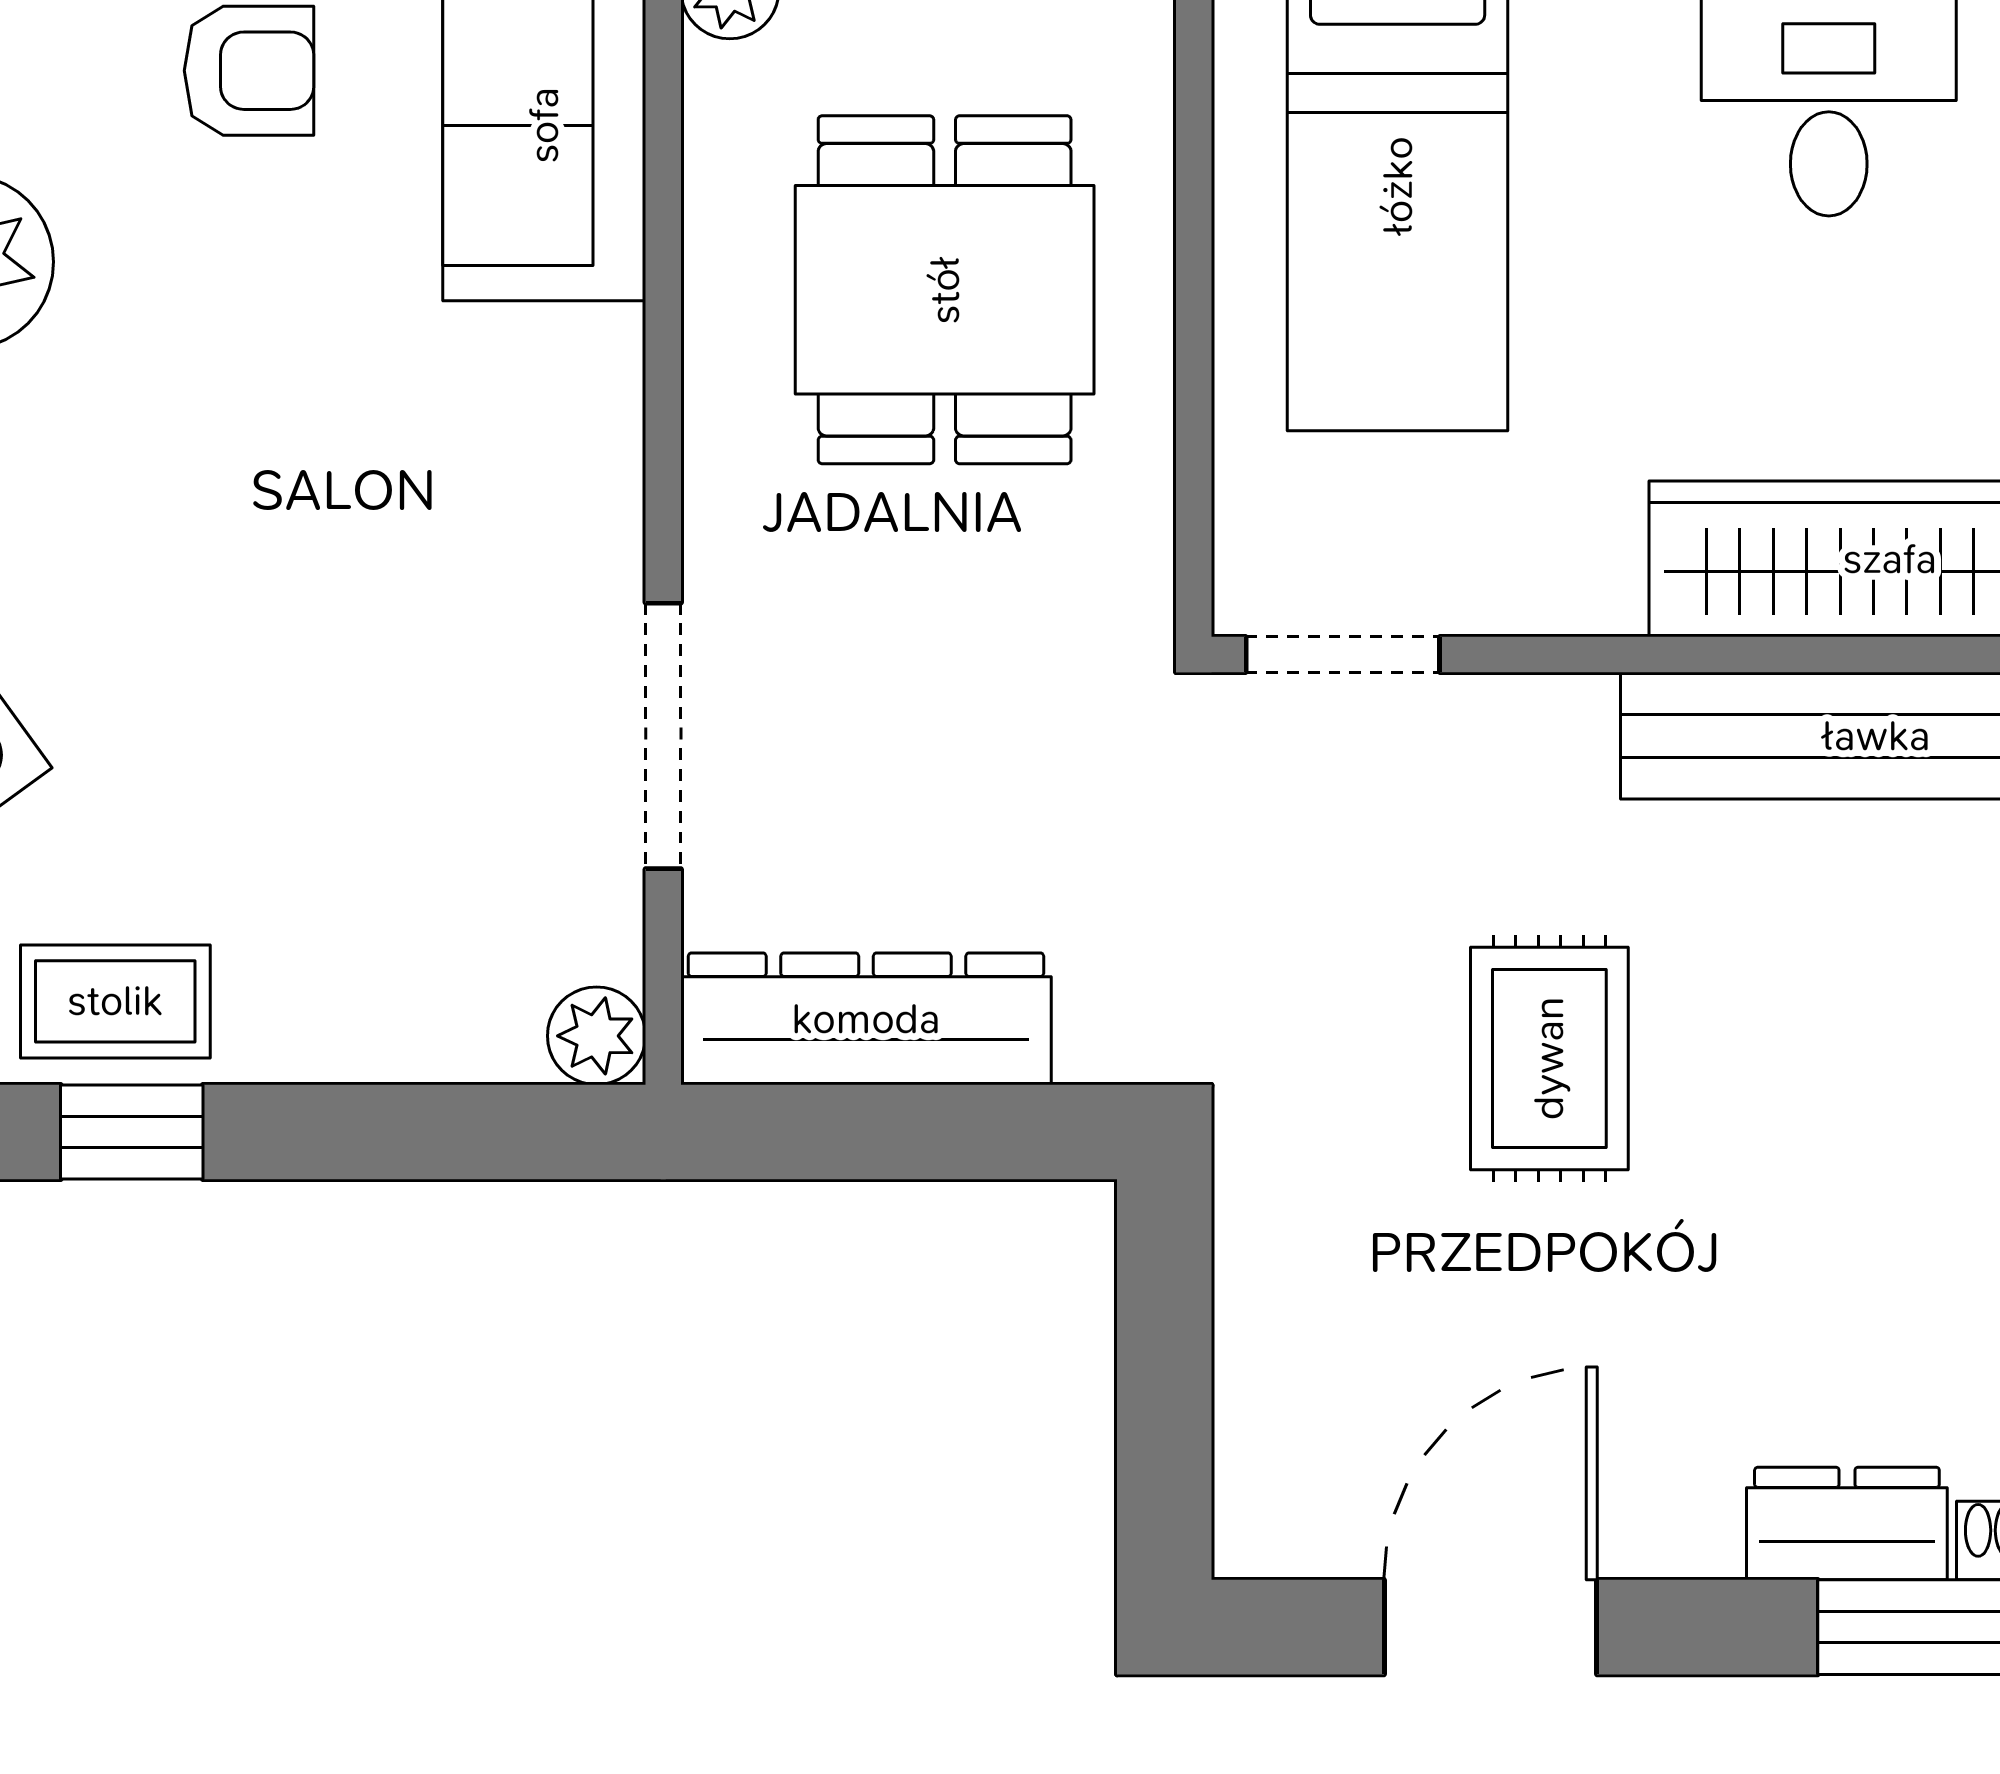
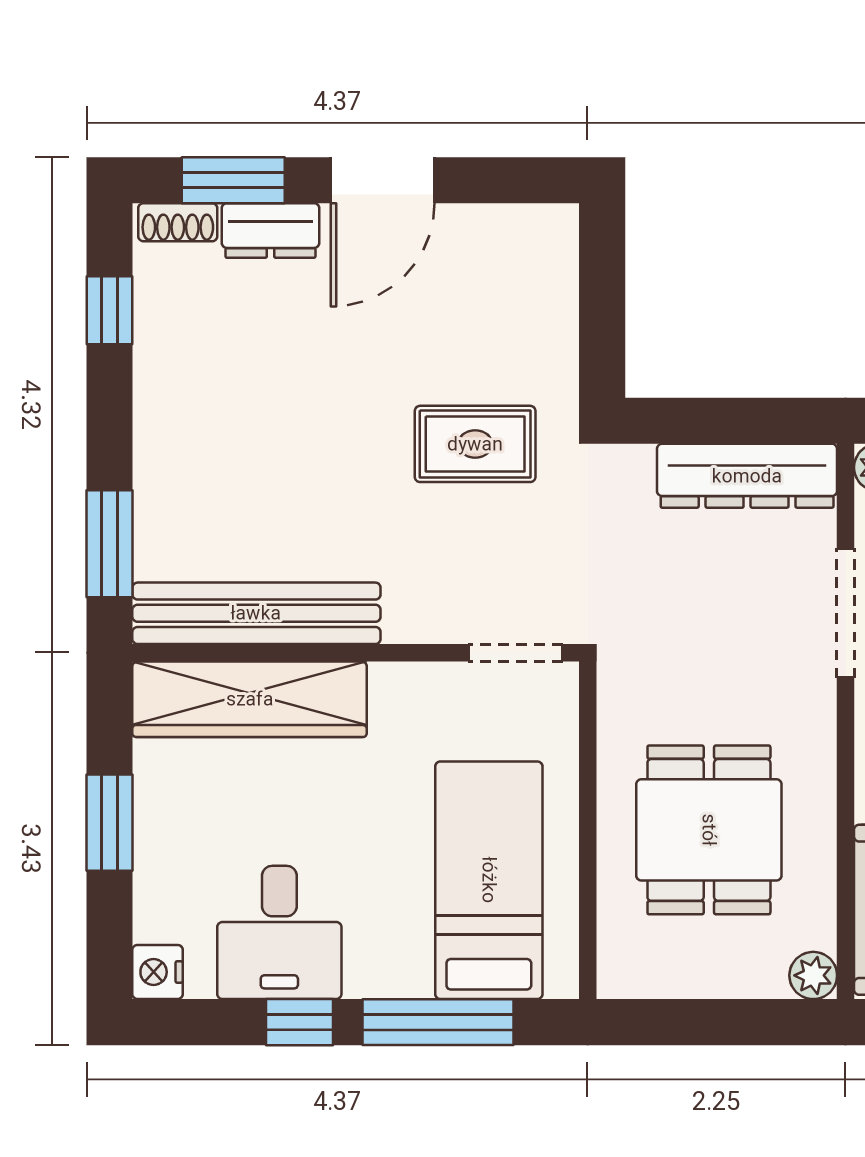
rug: (1549, 1058) -> (475, 444), moved, turned 90
door: (1491, 1627) -> (383, 180), moved

